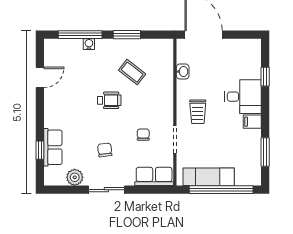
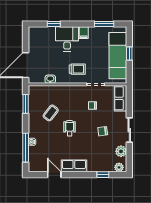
window: (127, 35) -> (26, 104), moved
row of seats: (53, 147) -> (74, 166), moved
plant: (51, 174) -> (119, 167), added
exam couch: (209, 177) -> (118, 56), width x1.36, depth x1.45
window: (221, 190) -> (129, 53), width x0.32

